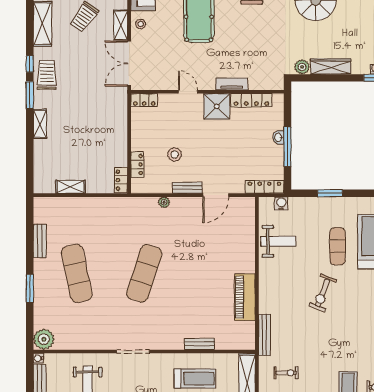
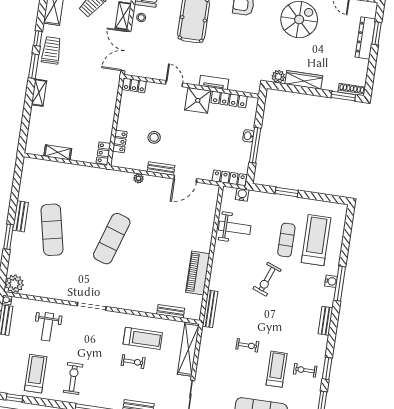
bench: (40, 241) -> (21, 216), moved
bench: (199, 344) -> (171, 311), moved
exercise bike: (286, 373) -> (247, 345), moved

